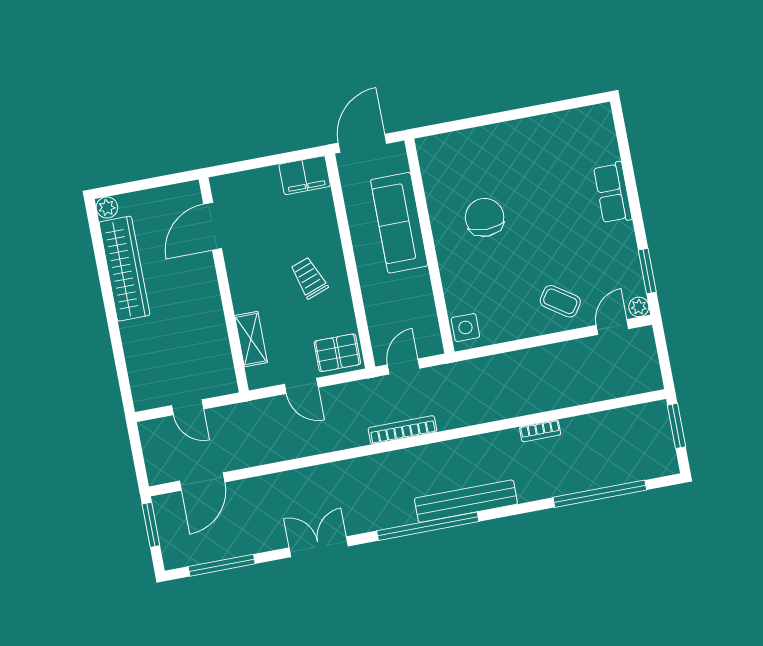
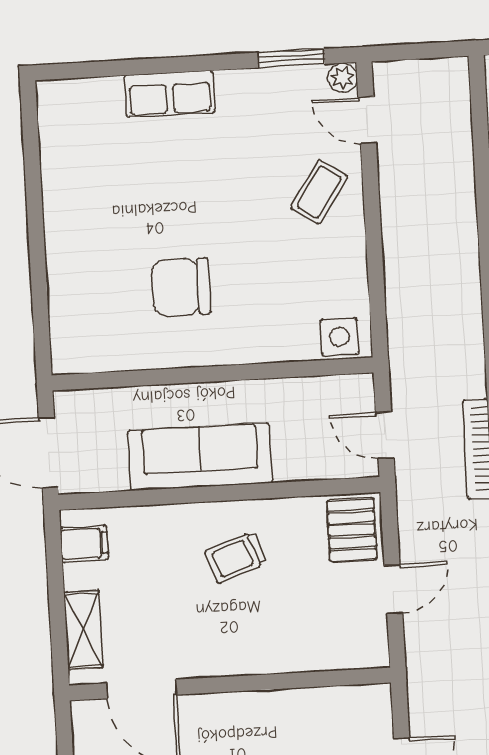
filing cabinet: (305, 175) -> (84, 544), width x0.50
sofa: (399, 223) -> (200, 457), moved, turned 180
shelving: (251, 339) -> (83, 630), moved, turned 90

